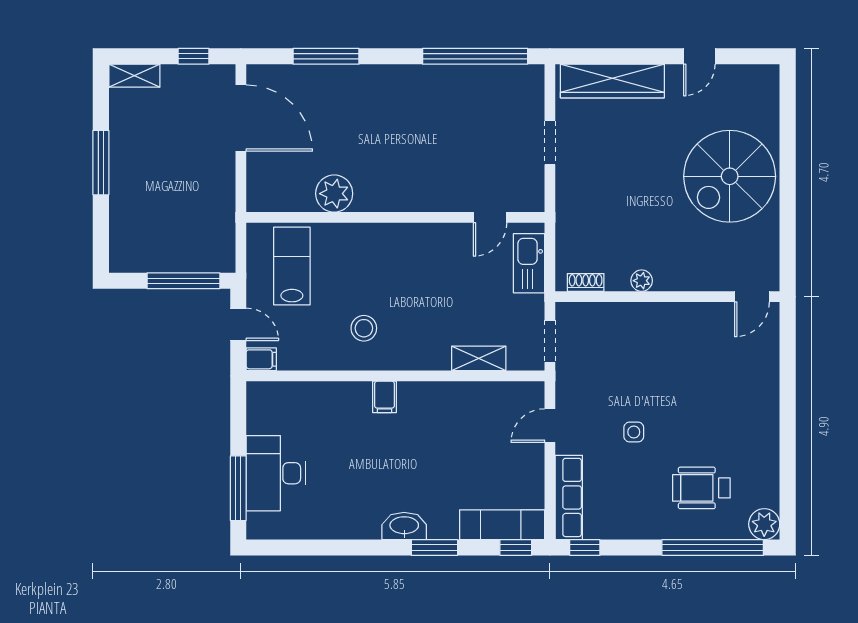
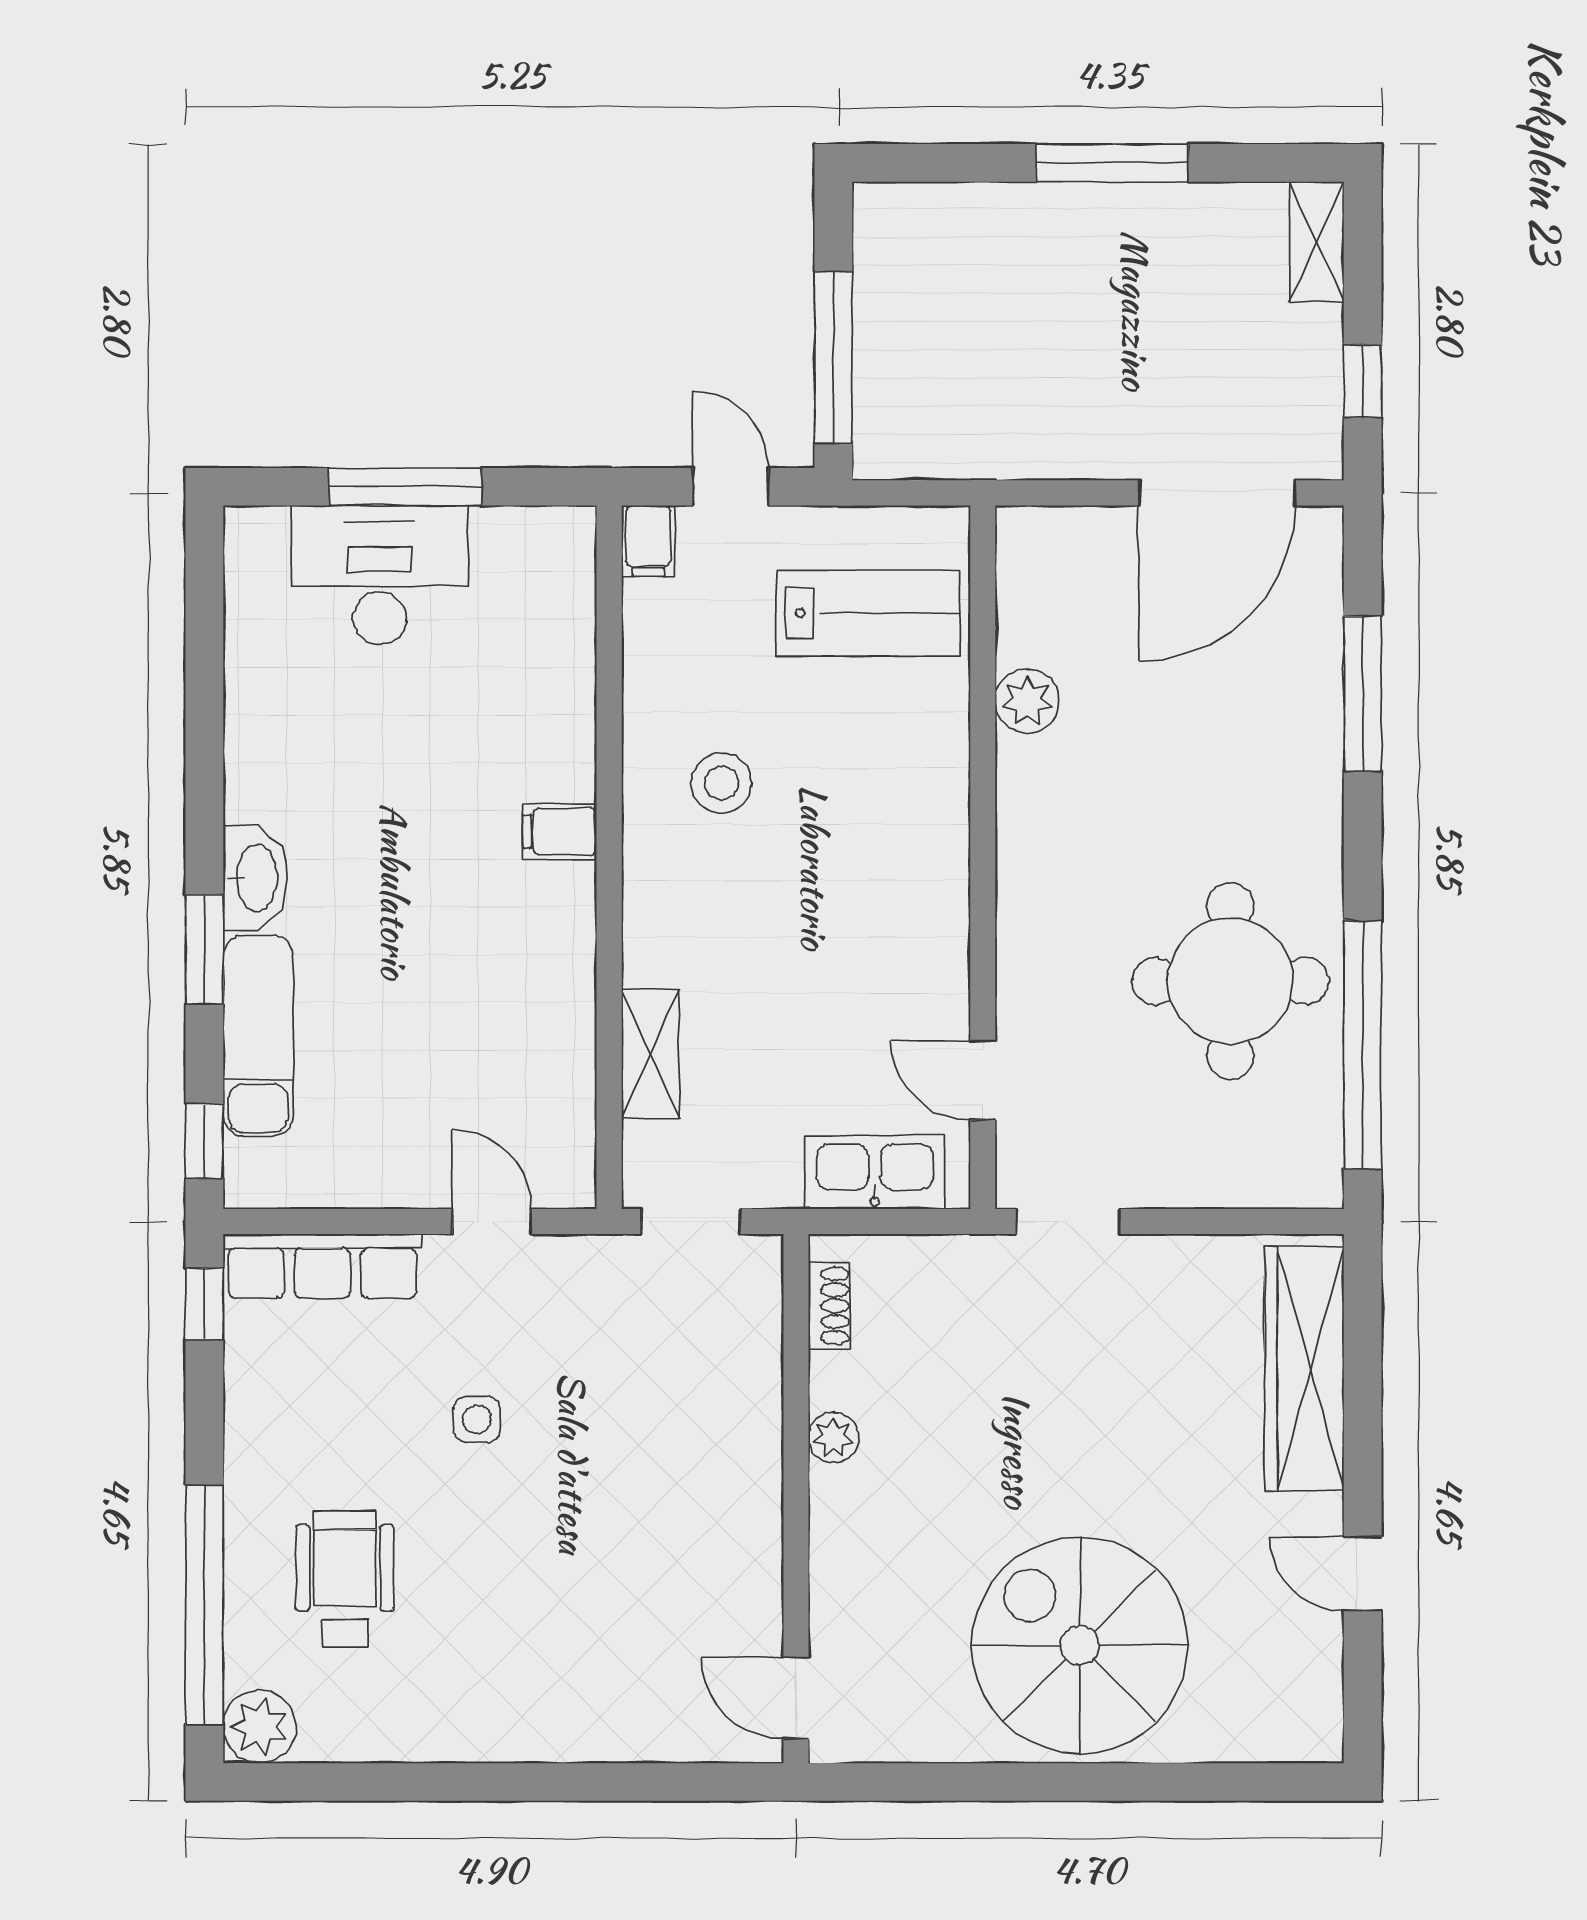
round table: (448, 112) -> (1230, 981), added
doorway: (550, 143) -> (1068, 1222), moved
plant: (334, 194) -> (1027, 701), width x0.73, depth x0.73
door: (238, 324) -> (731, 487), swing flipped
window: (238, 488) -> (405, 487), moved
exam couch: (502, 525) -> (258, 1036), moved

